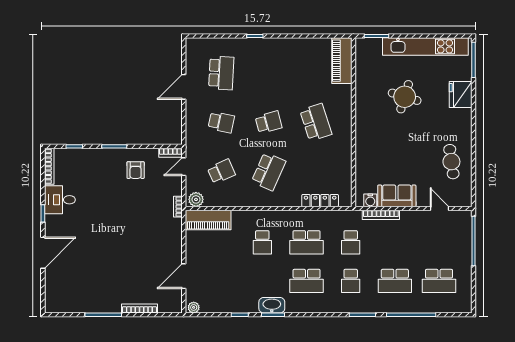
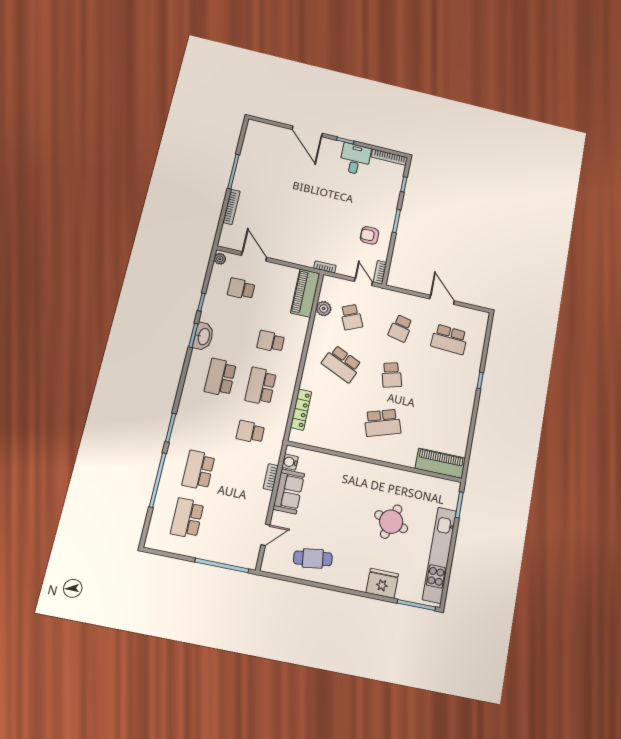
plant: (196, 199) -> (324, 309), moved
bookcase: (381, 215) -> (271, 477), width x0.64
school desk: (351, 281) -> (241, 289), moved

